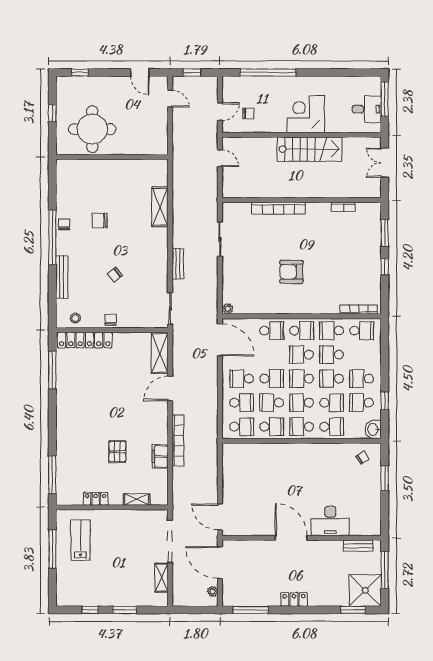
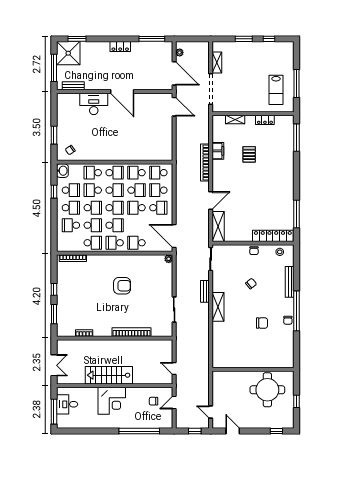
shelving: (160, 207) -> (218, 307), moved
school desk: (362, 331) -> (71, 225), moved

